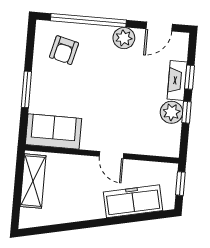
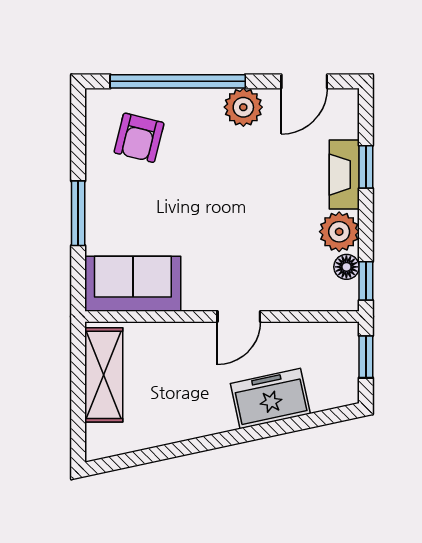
window: (187, 112) -> (366, 281), moved
floor lamp: (174, 132) -> (346, 267), added
door: (111, 155) -> (239, 316), hinge flipped
freezer: (133, 201) -> (270, 399), width x0.71

